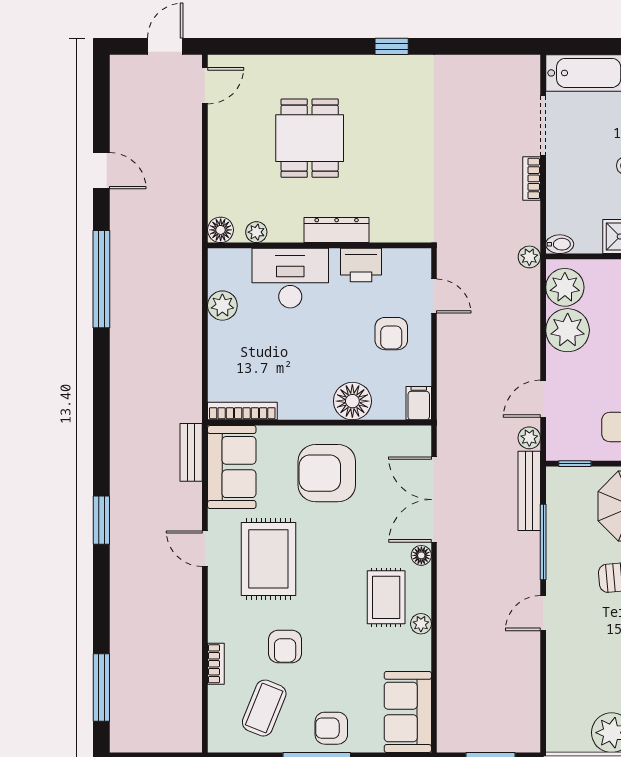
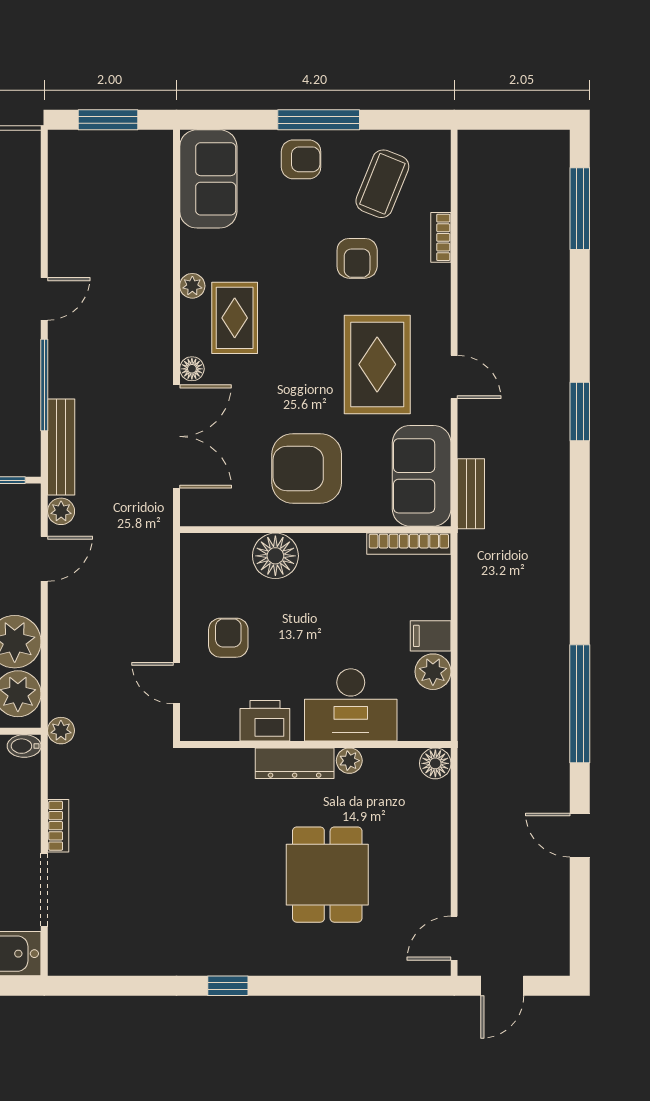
plant: (256, 232) -> (349, 761), moved
filing cabinet: (419, 403) -> (431, 636), moved, turned 90
armchair: (327, 473) -> (307, 468), turned 180
armchair: (285, 646) -> (357, 258), turned 180

